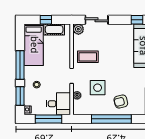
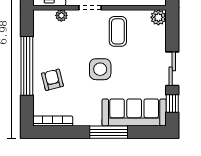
sliding door: (97, 20) -> (172, 69), moved
side table: (98, 88) -> (100, 69), moved

